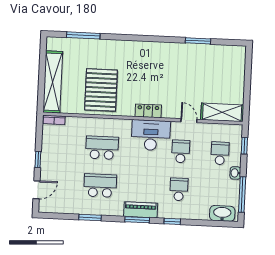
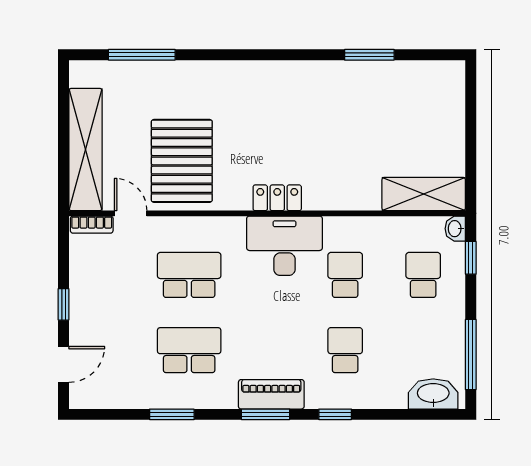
door: (189, 121) -> (131, 213), moved
washbasin: (235, 173) -> (455, 229), moved

